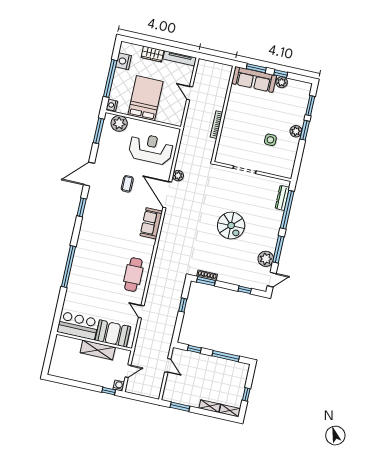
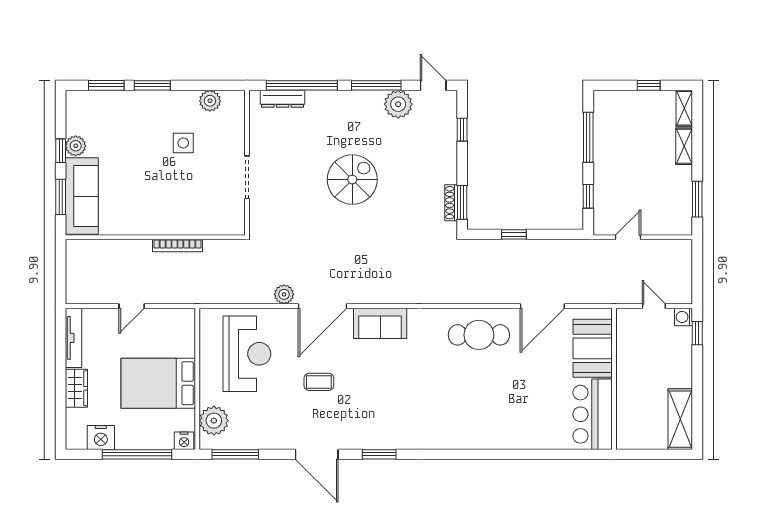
plant: (296, 131) -> (210, 101), moved
reception desk: (151, 149) -> (247, 354), turned 180
window: (69, 267) -> (490, 454), removed
door: (141, 312) -> (542, 306), width x1.88
shelving: (98, 350) -> (680, 419), moved

